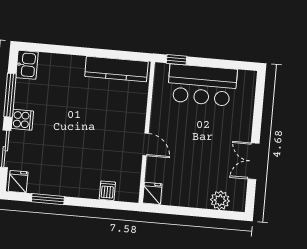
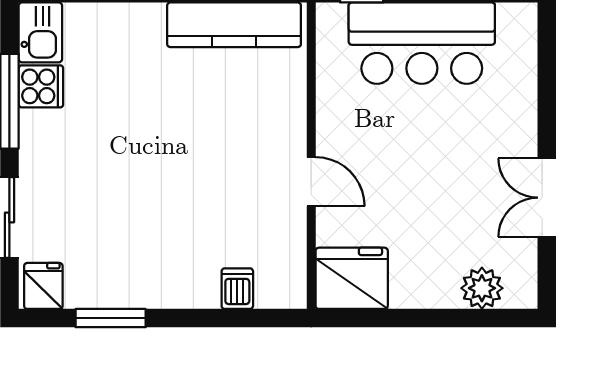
cooker: (22, 120) -> (41, 86), moved
fridge: (152, 193) -> (352, 278), width x1.88, depth x1.34

